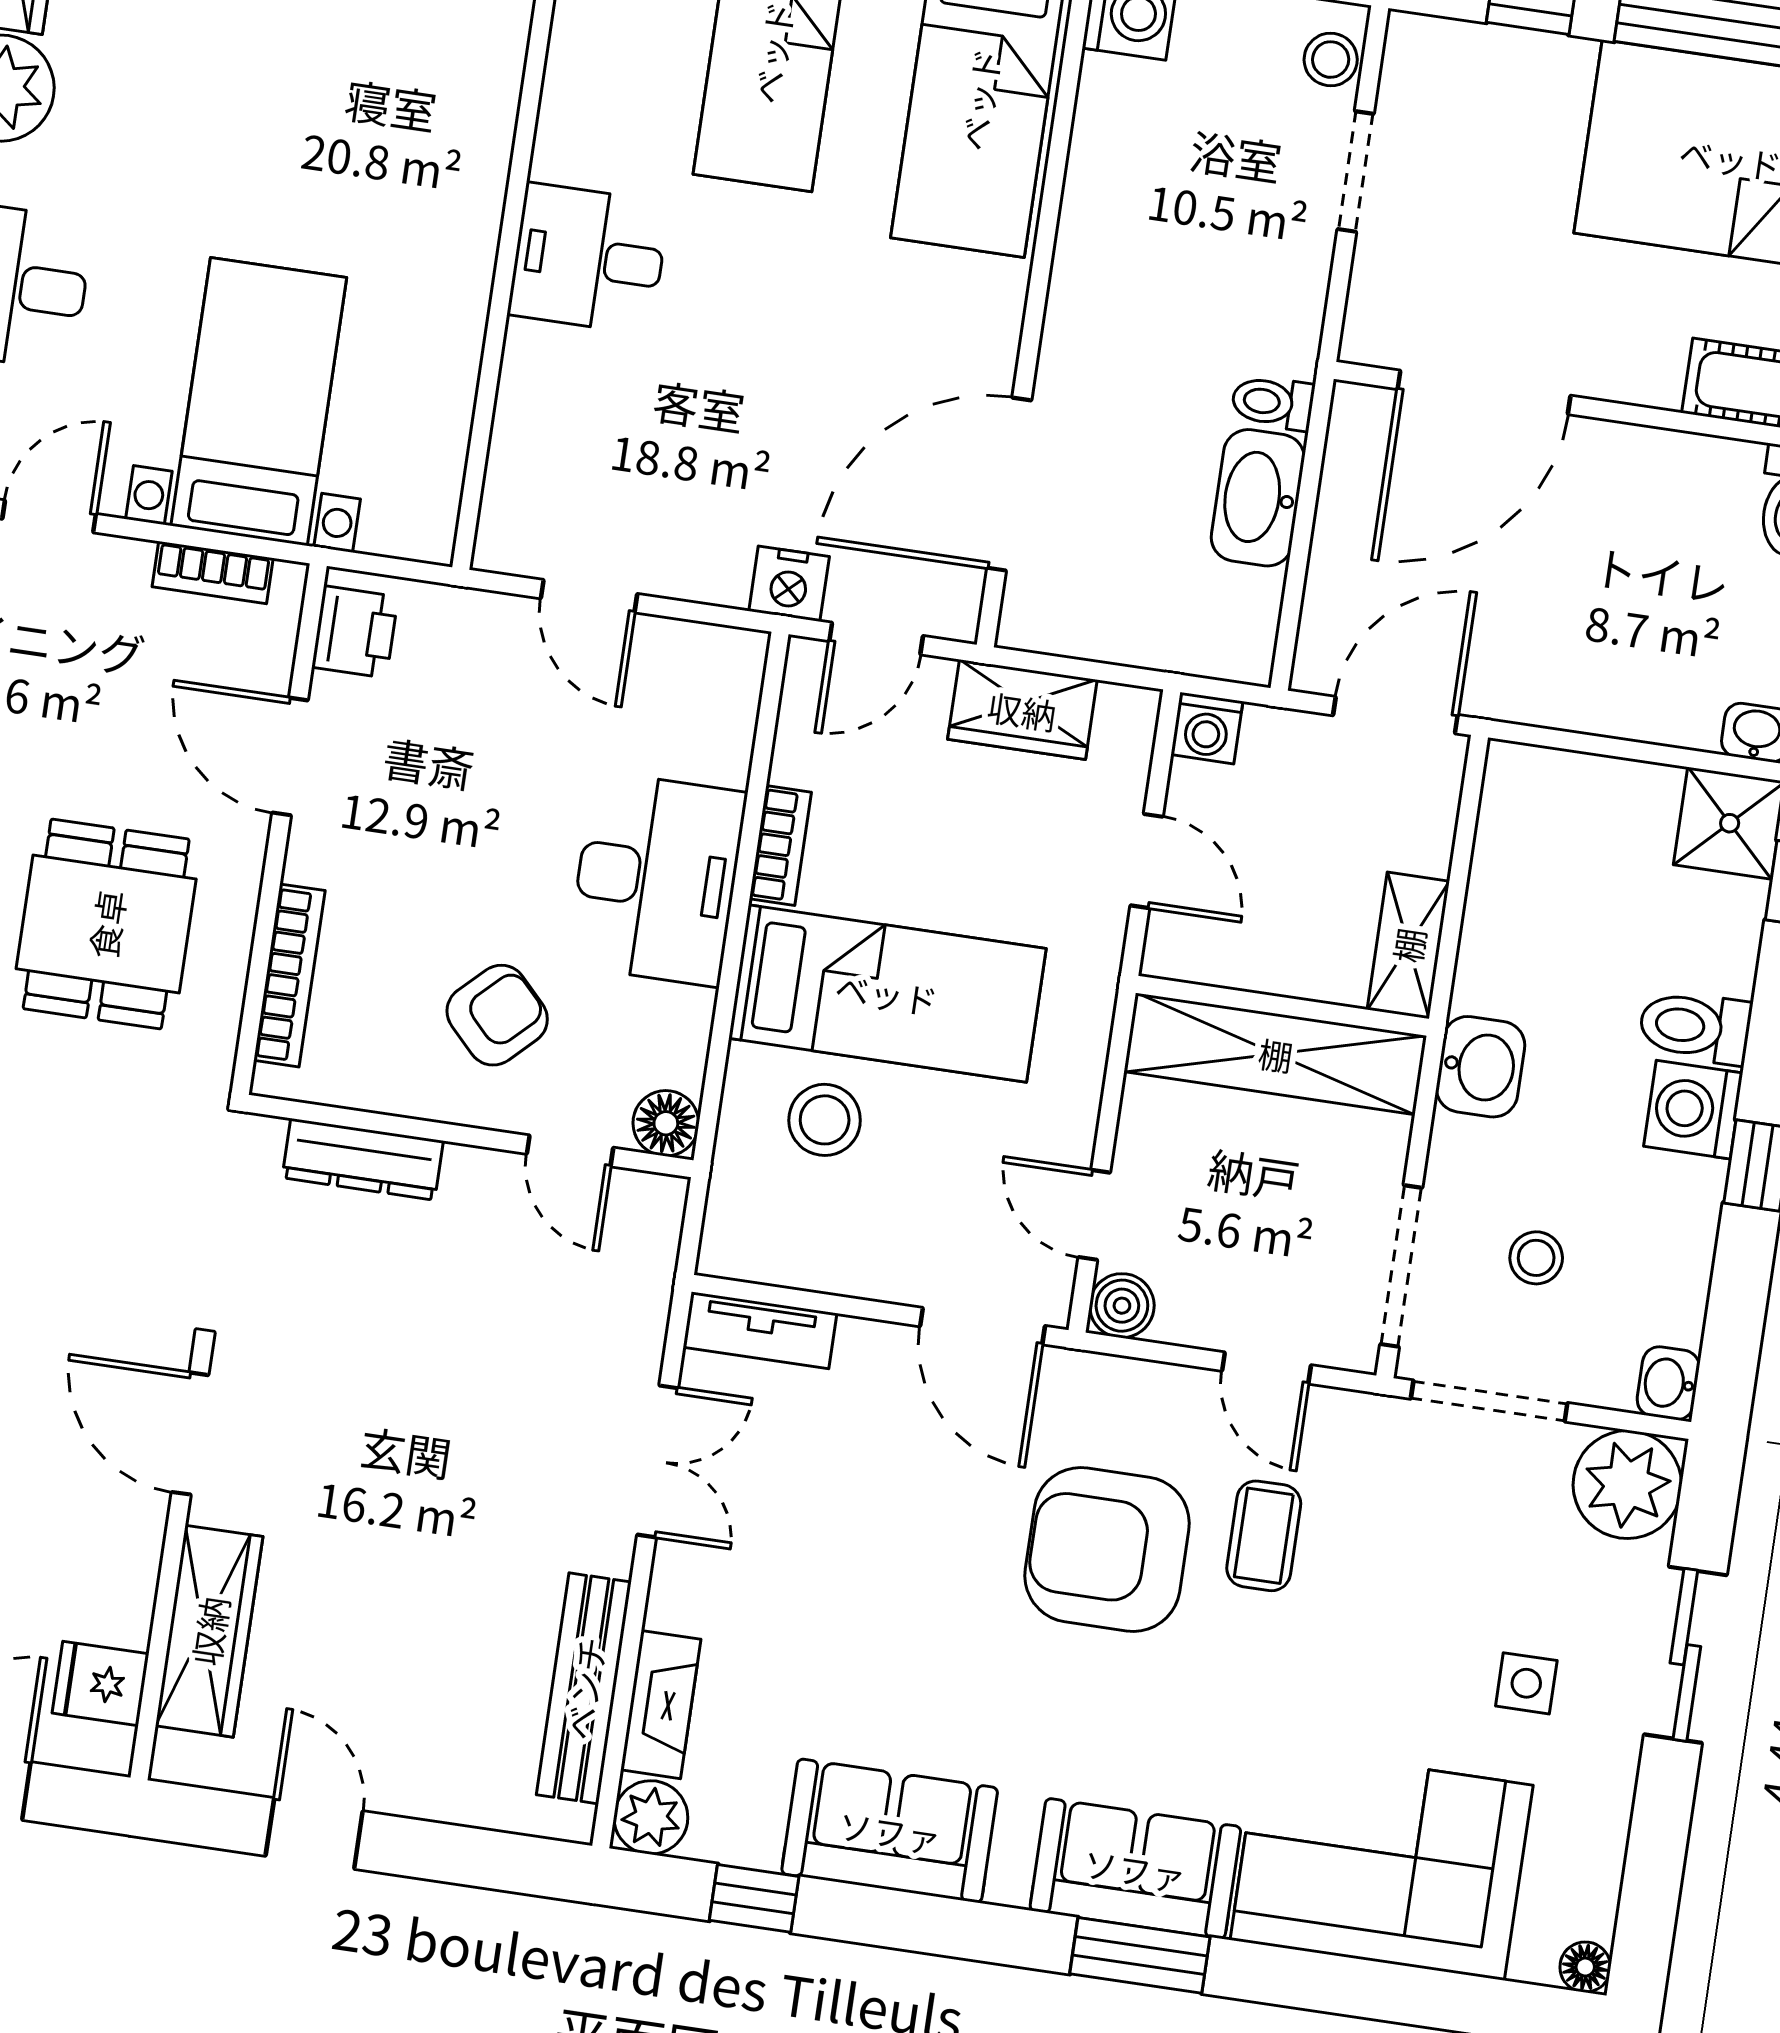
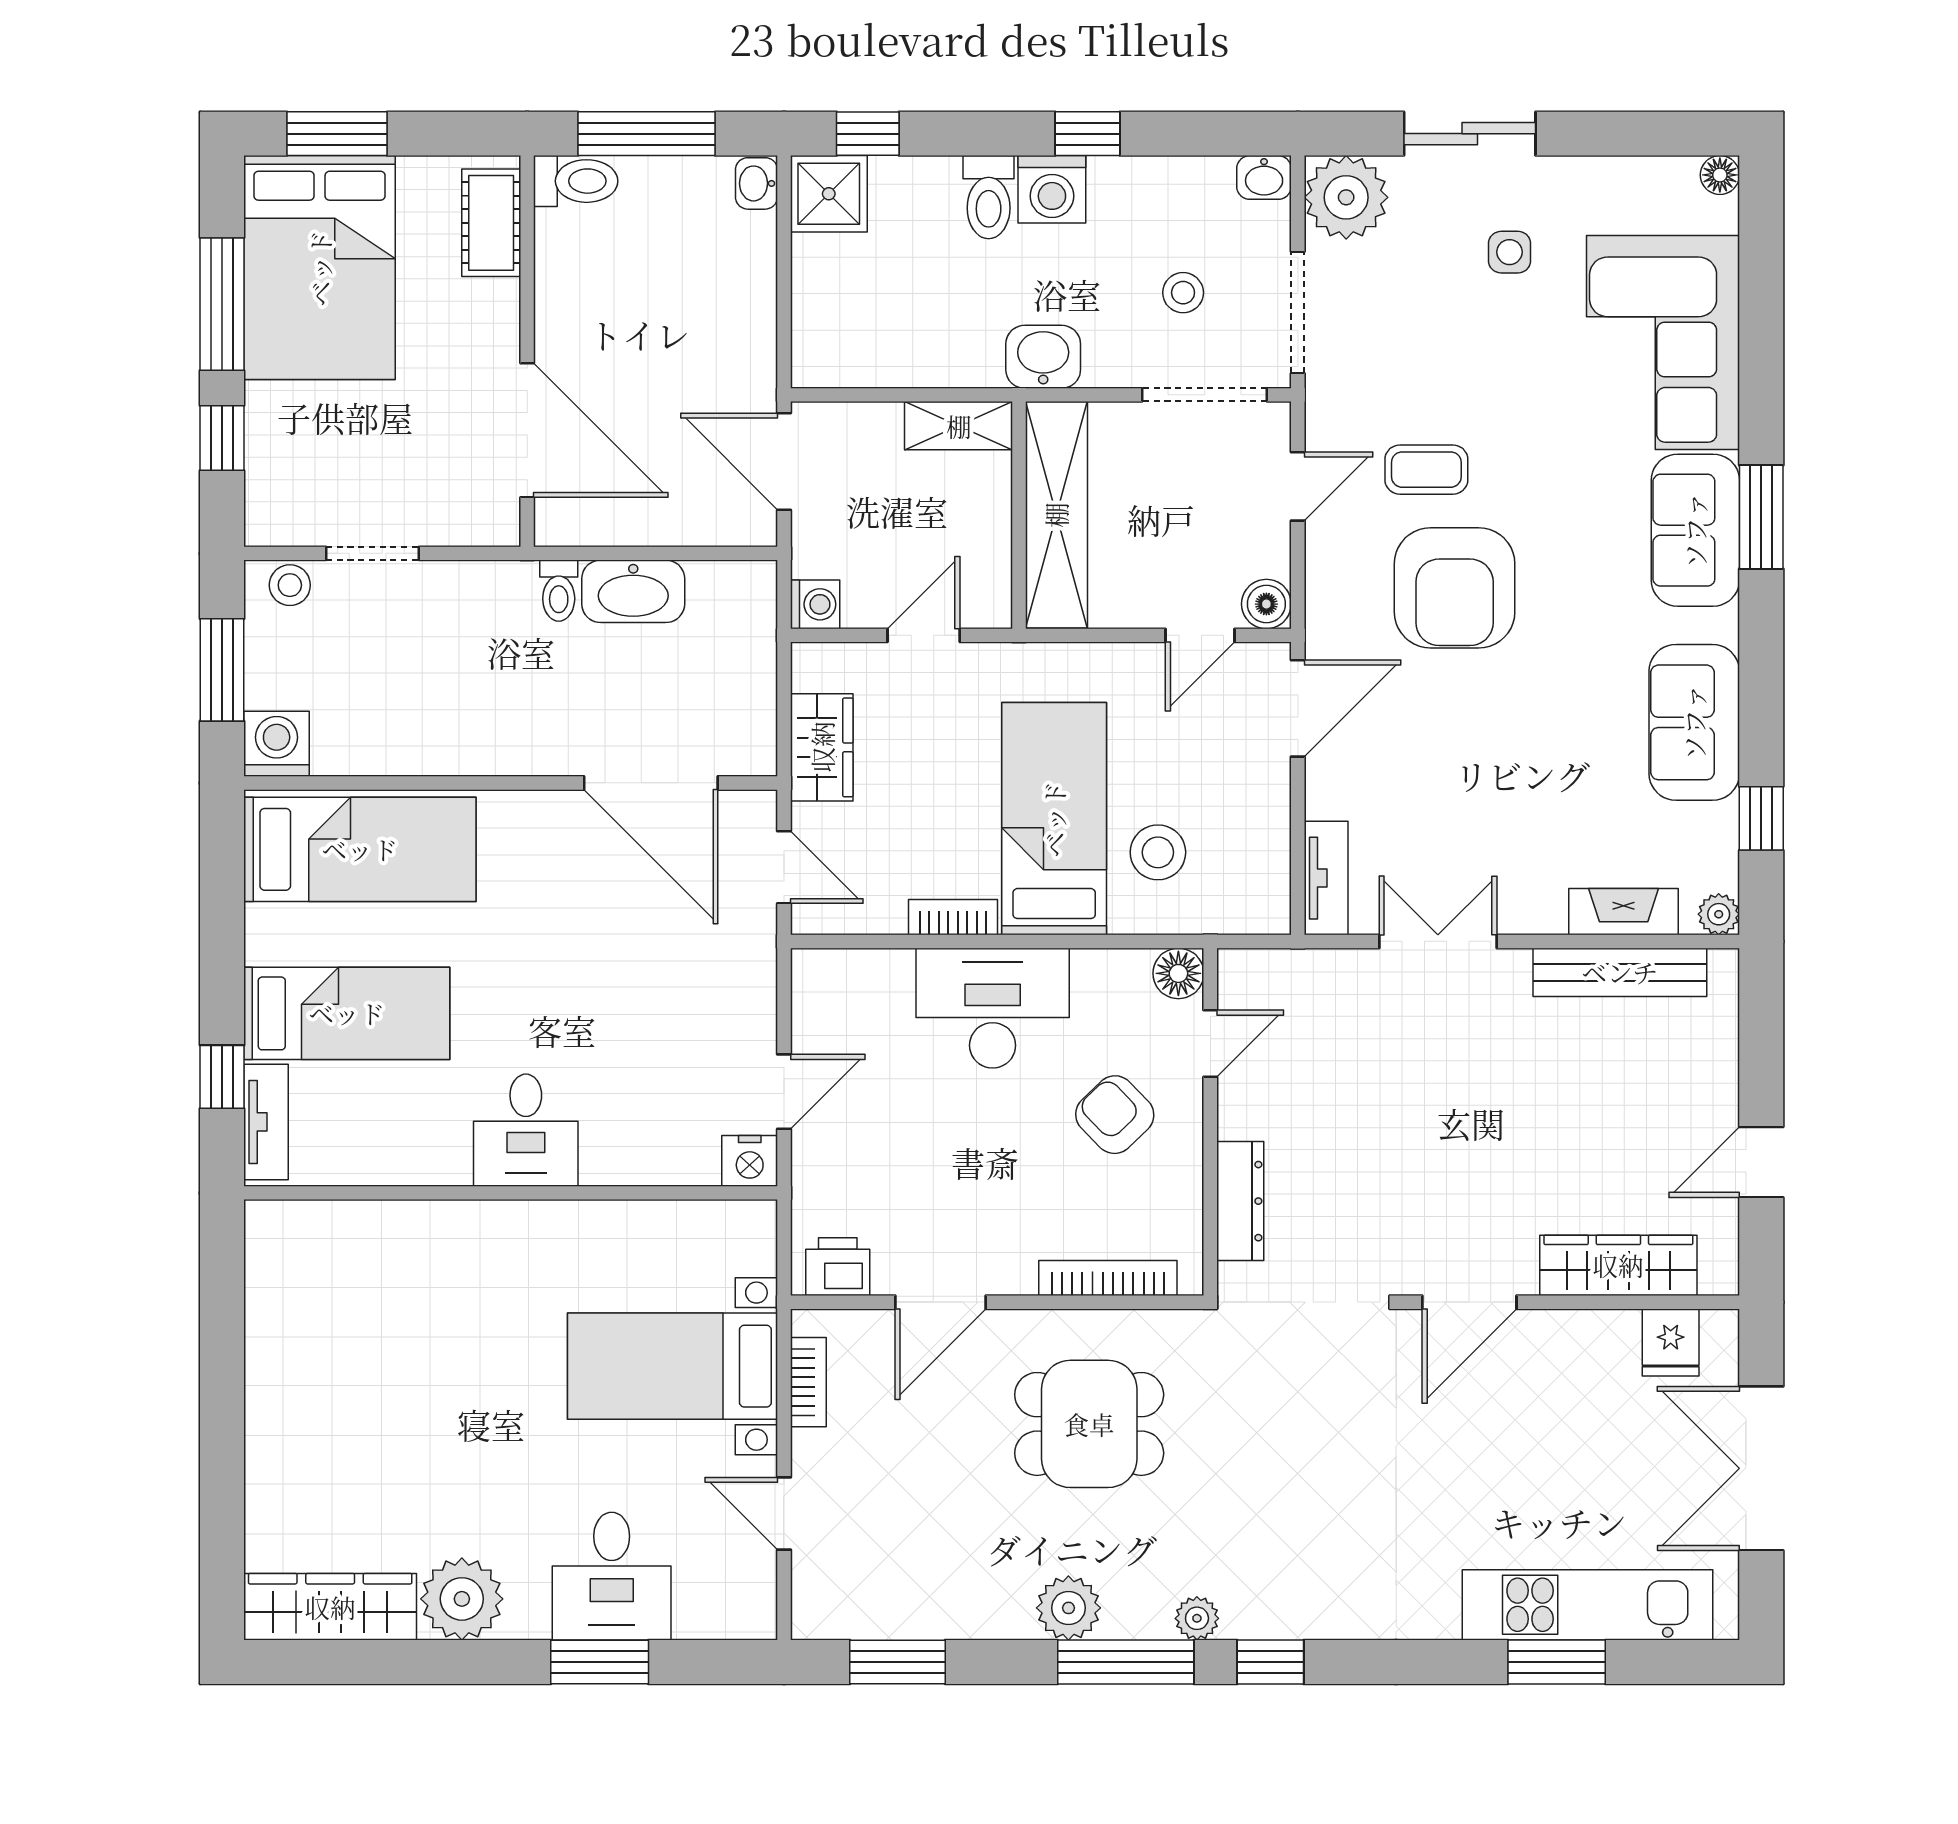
nightstand: (789, 584) -> (750, 1161), moved, turned 90
plant: (651, 1817) -> (1719, 914), width x0.73, depth x0.73

